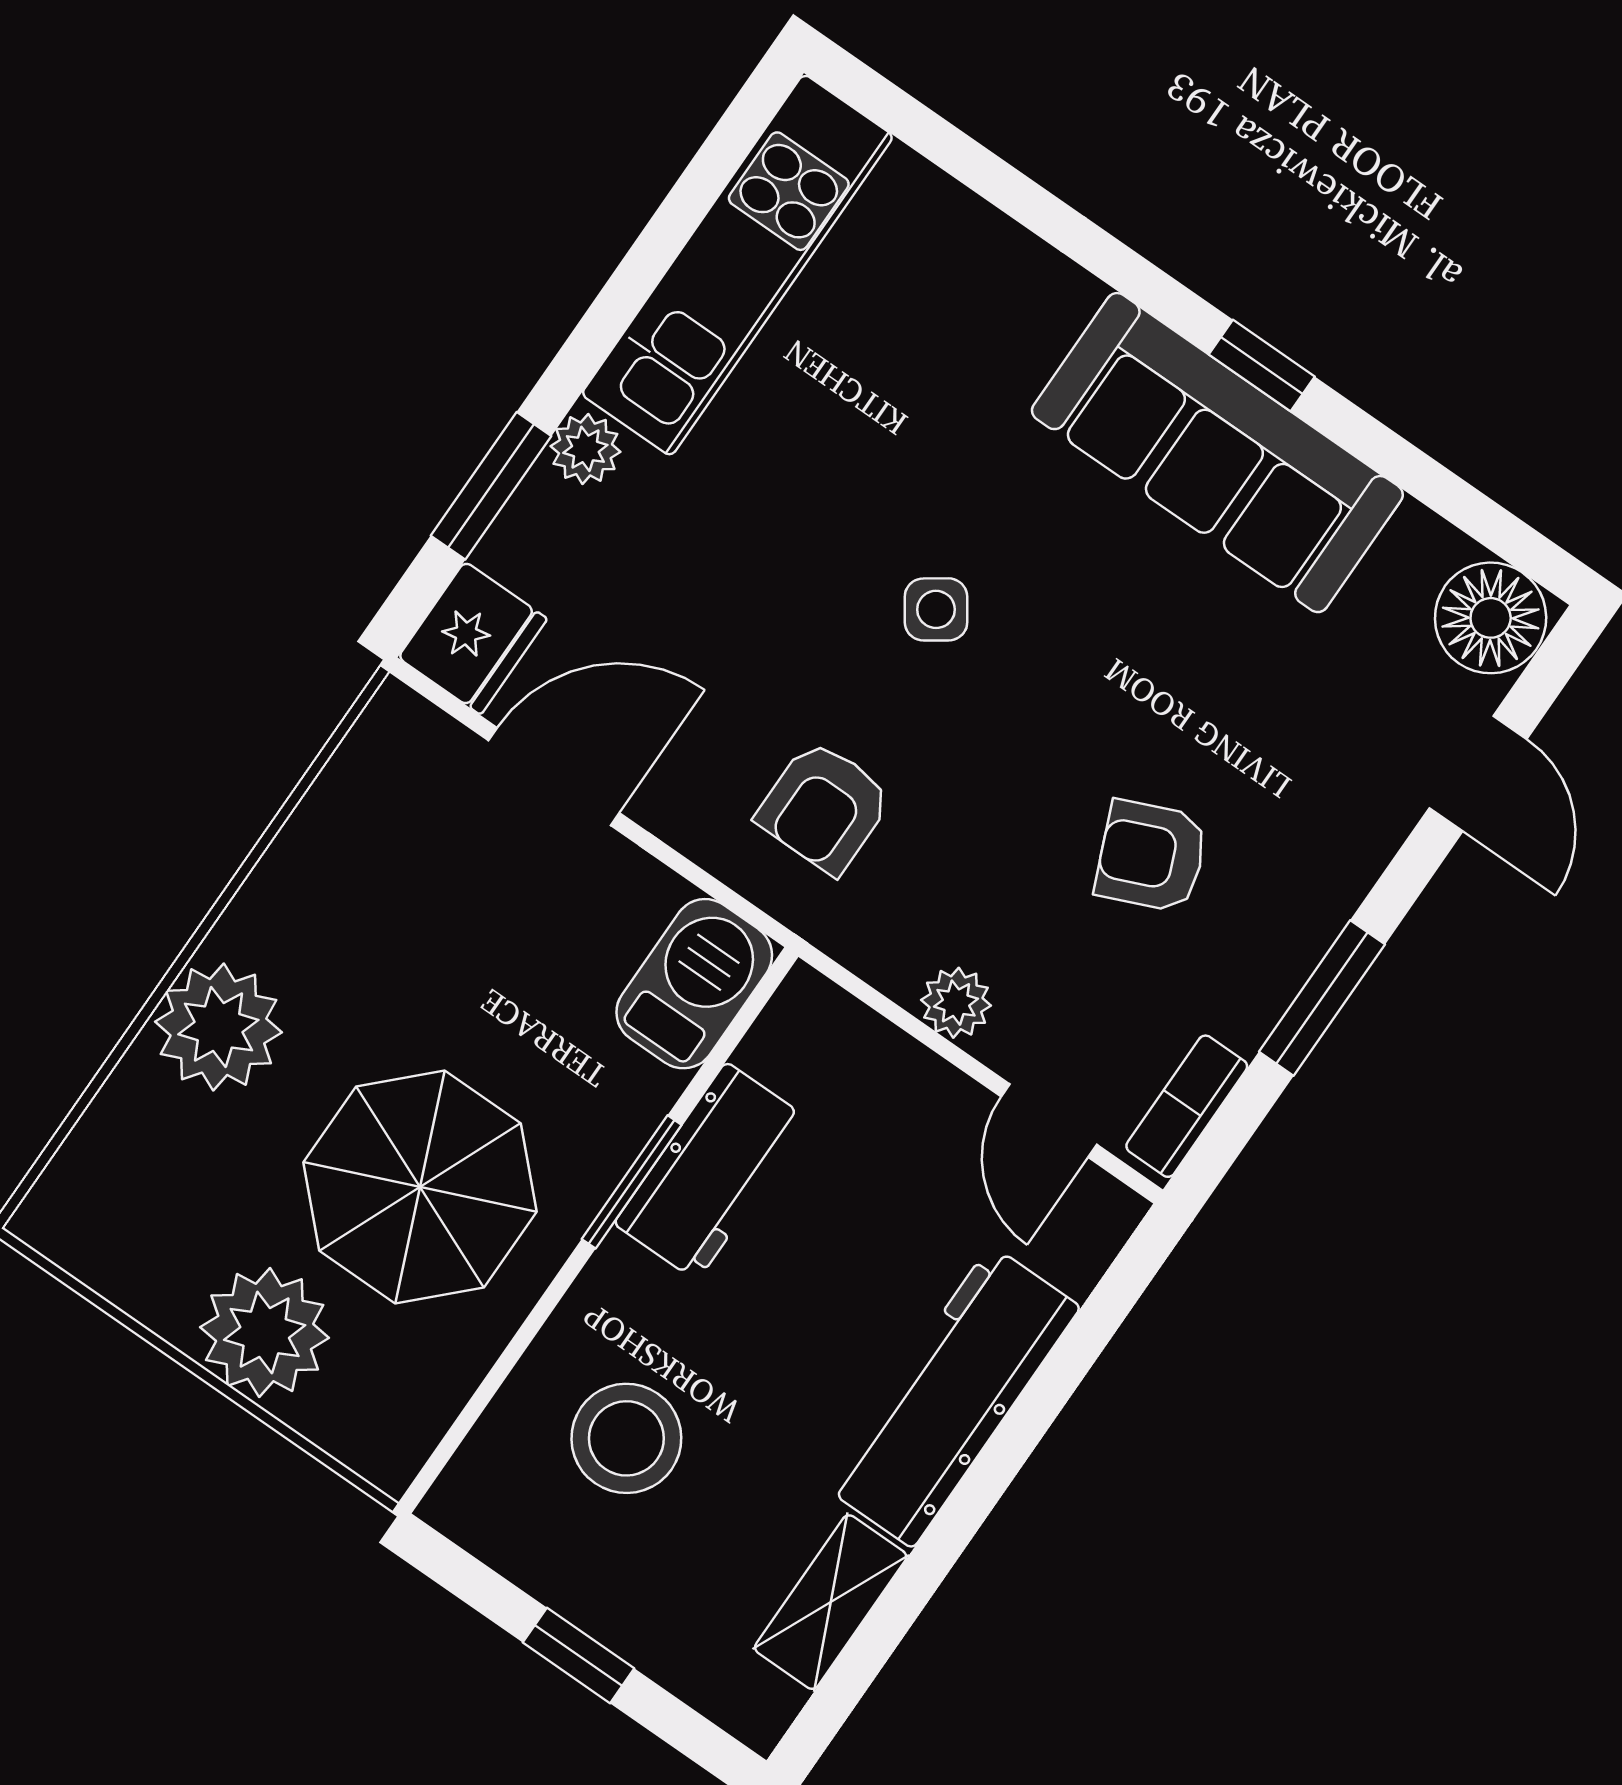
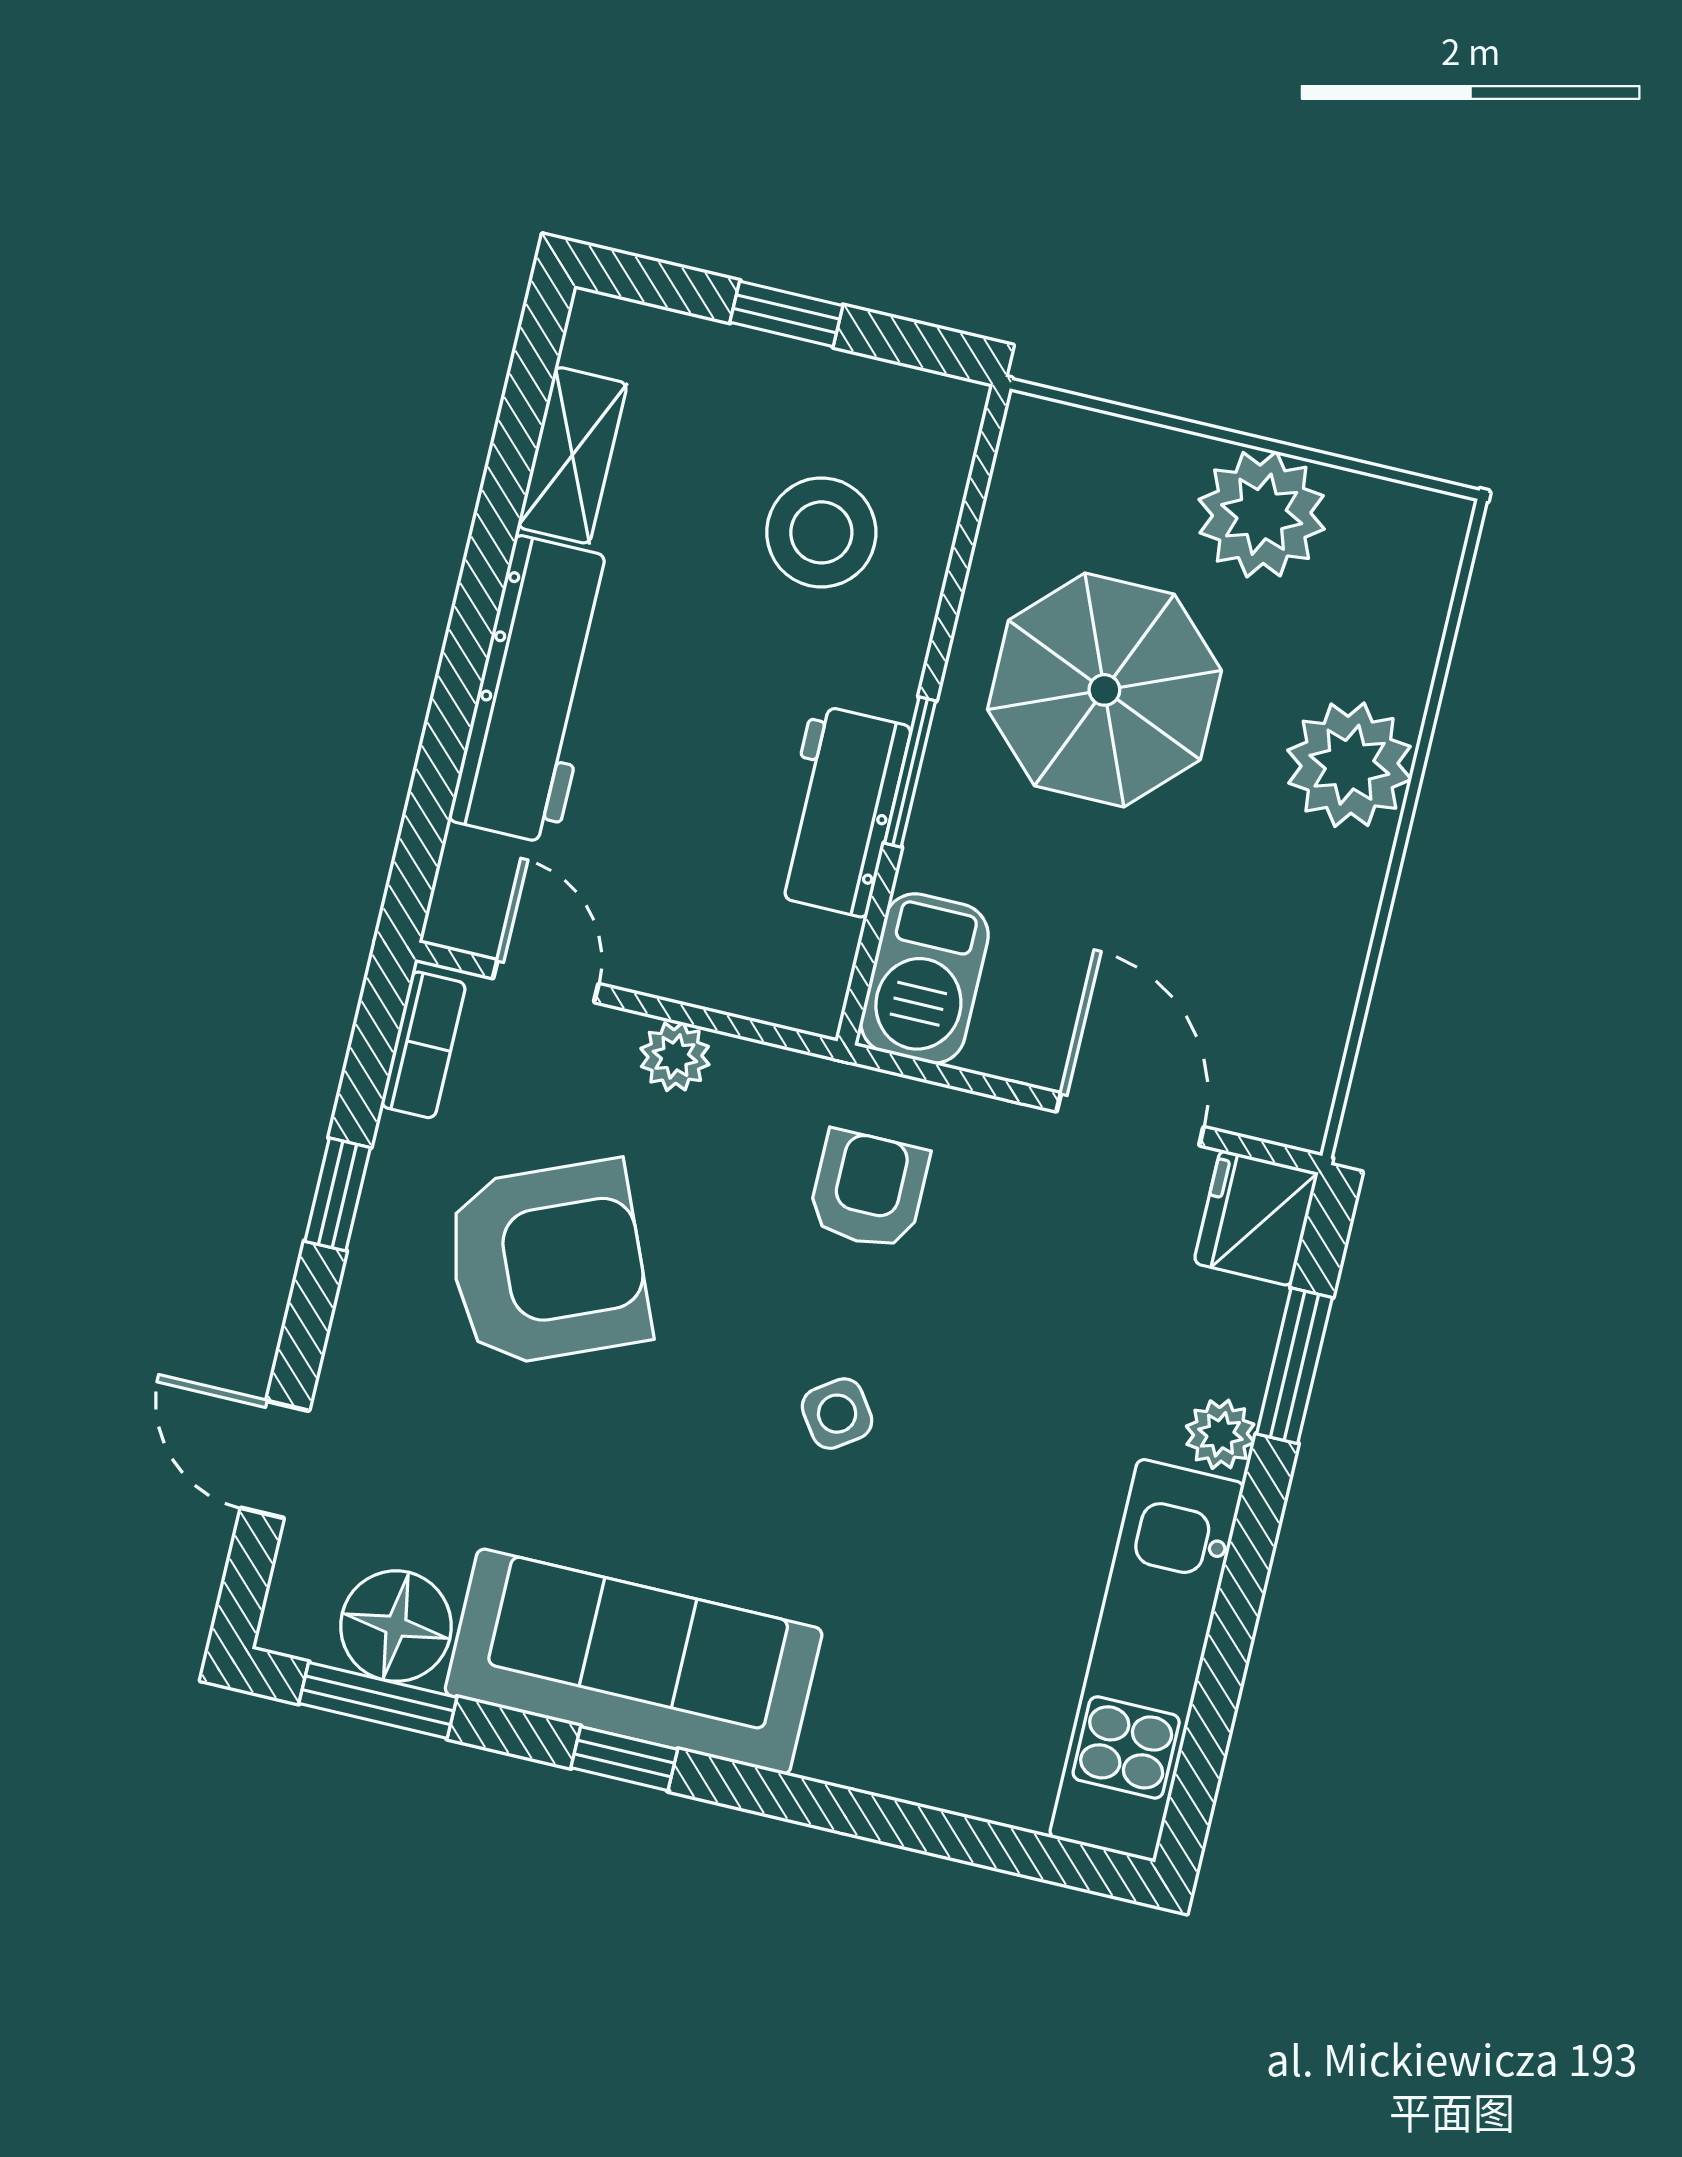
window: (1470, 511) -> (378, 1700), added
floor lamp: (1491, 618) -> (396, 1626), moved
door: (554, 777) -> (1130, 1119), swing flipped
armchair: (1151, 856) -> (547, 1264), width x1.88, depth x1.88
window: (1322, 998) -> (338, 1194), width x0.67
plant: (265, 1332) -> (1262, 514), moved

